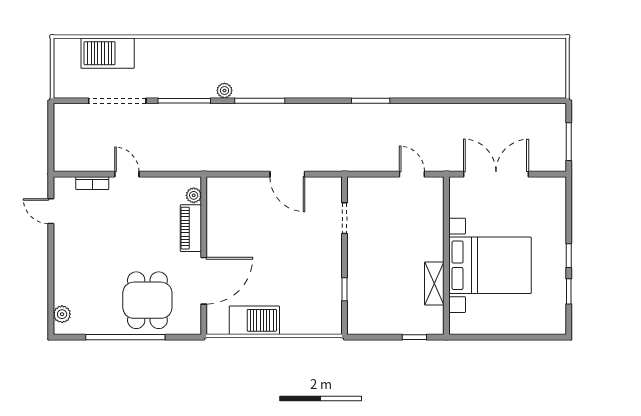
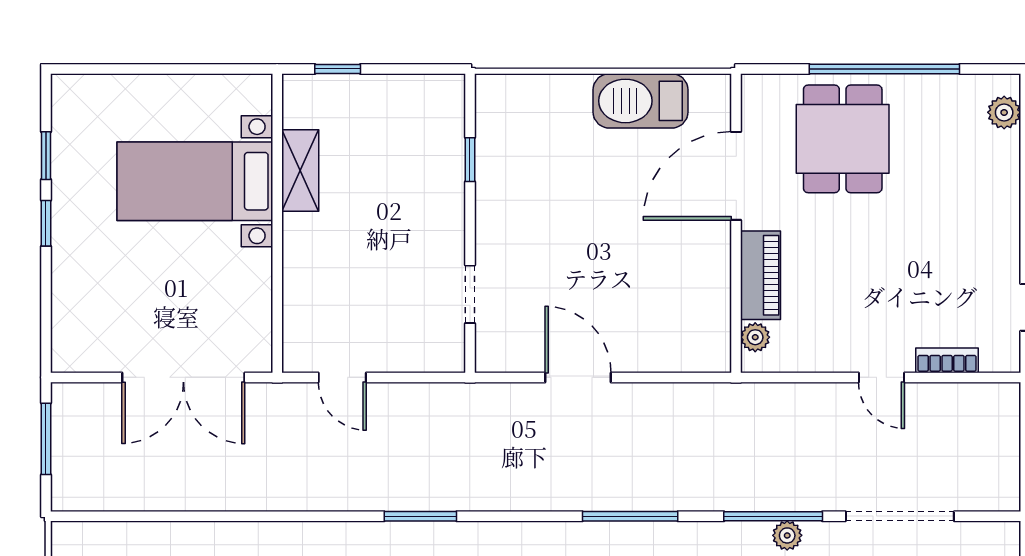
plant: (224, 91) -> (787, 535), moved
bed with nightstands: (490, 265) -> (195, 181), width x0.73

